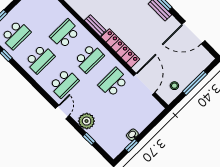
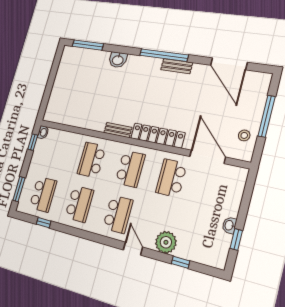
door: (193, 32) -> (229, 64), hinge flipped

